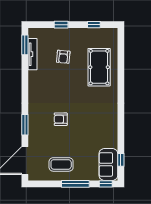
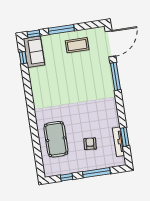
window: (61, 25) -> (96, 173), width x2.17
window: (25, 45) -> (125, 137), moved
armchair: (61, 119) -> (84, 86), removed
window: (25, 125) -> (115, 76), width x1.44

